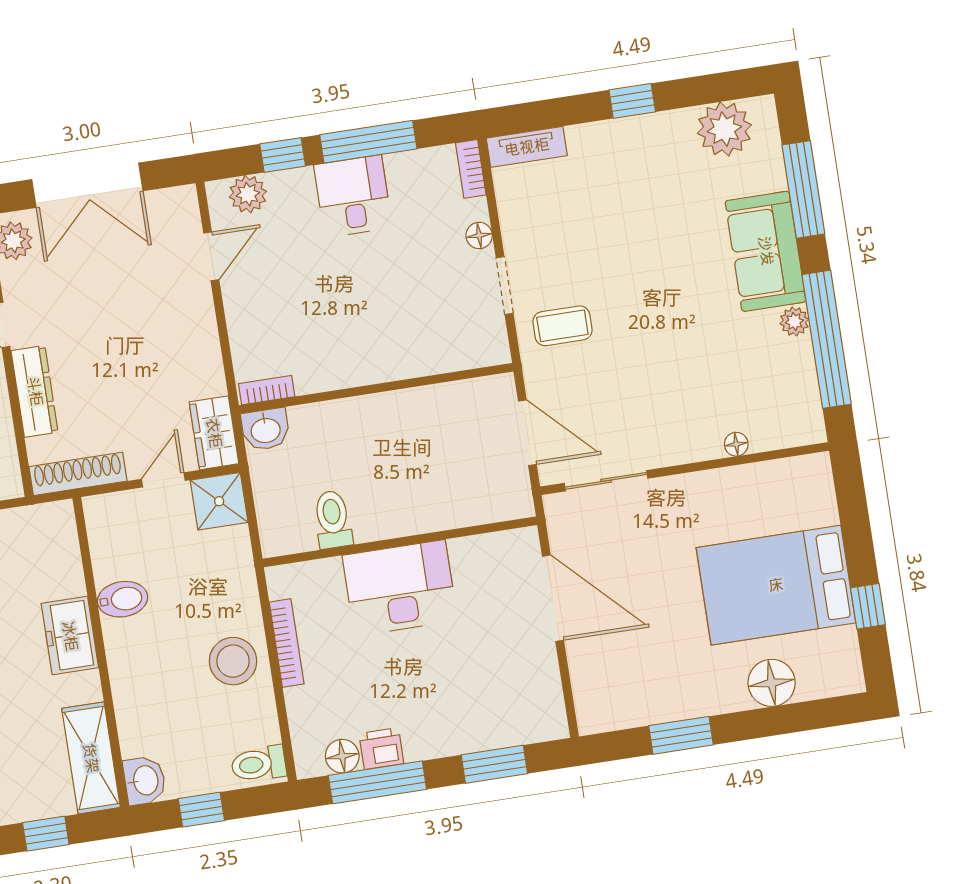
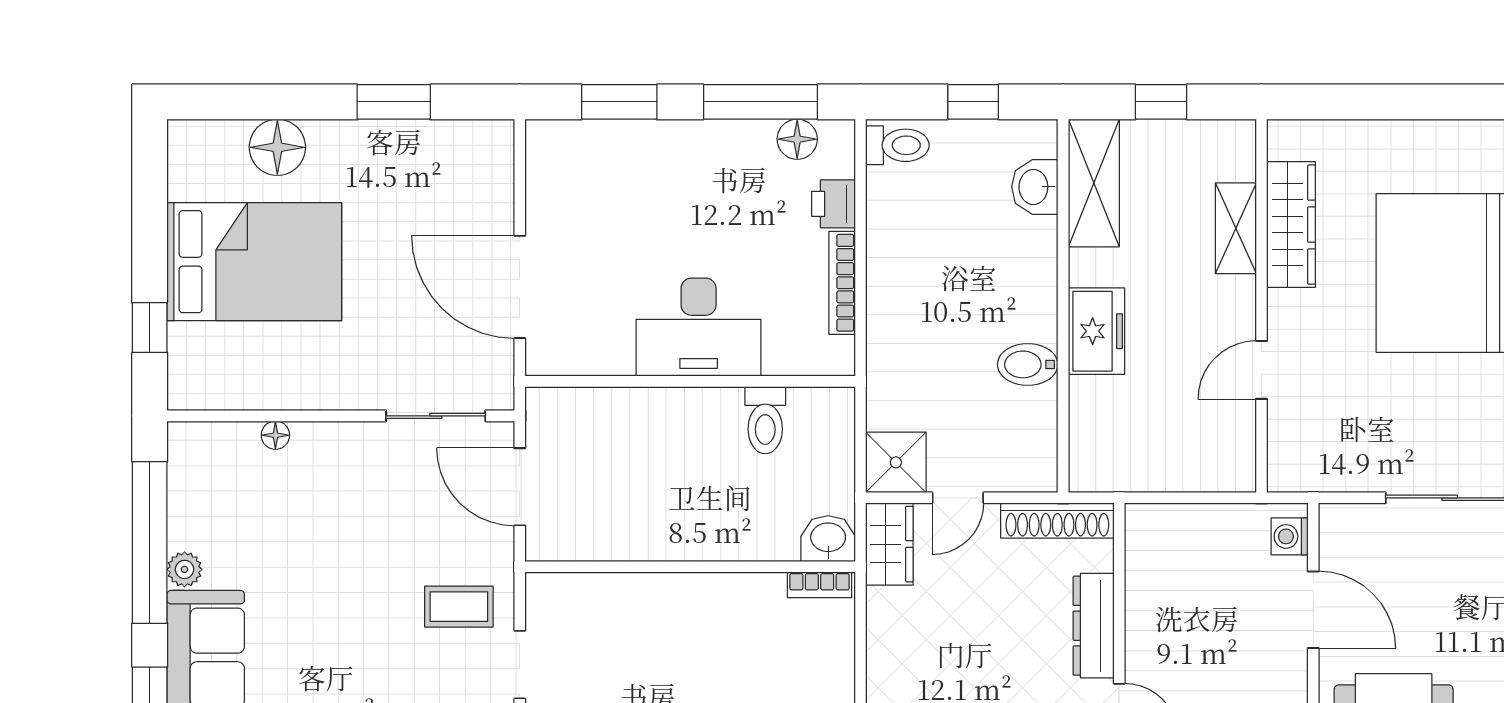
window: (868, 606) -> (150, 328), moved
stool: (233, 661) -> (909, 271), removed
printer: (381, 749) -> (833, 204), moved, turned 90
washbasin: (145, 781) -> (1035, 187), moved

